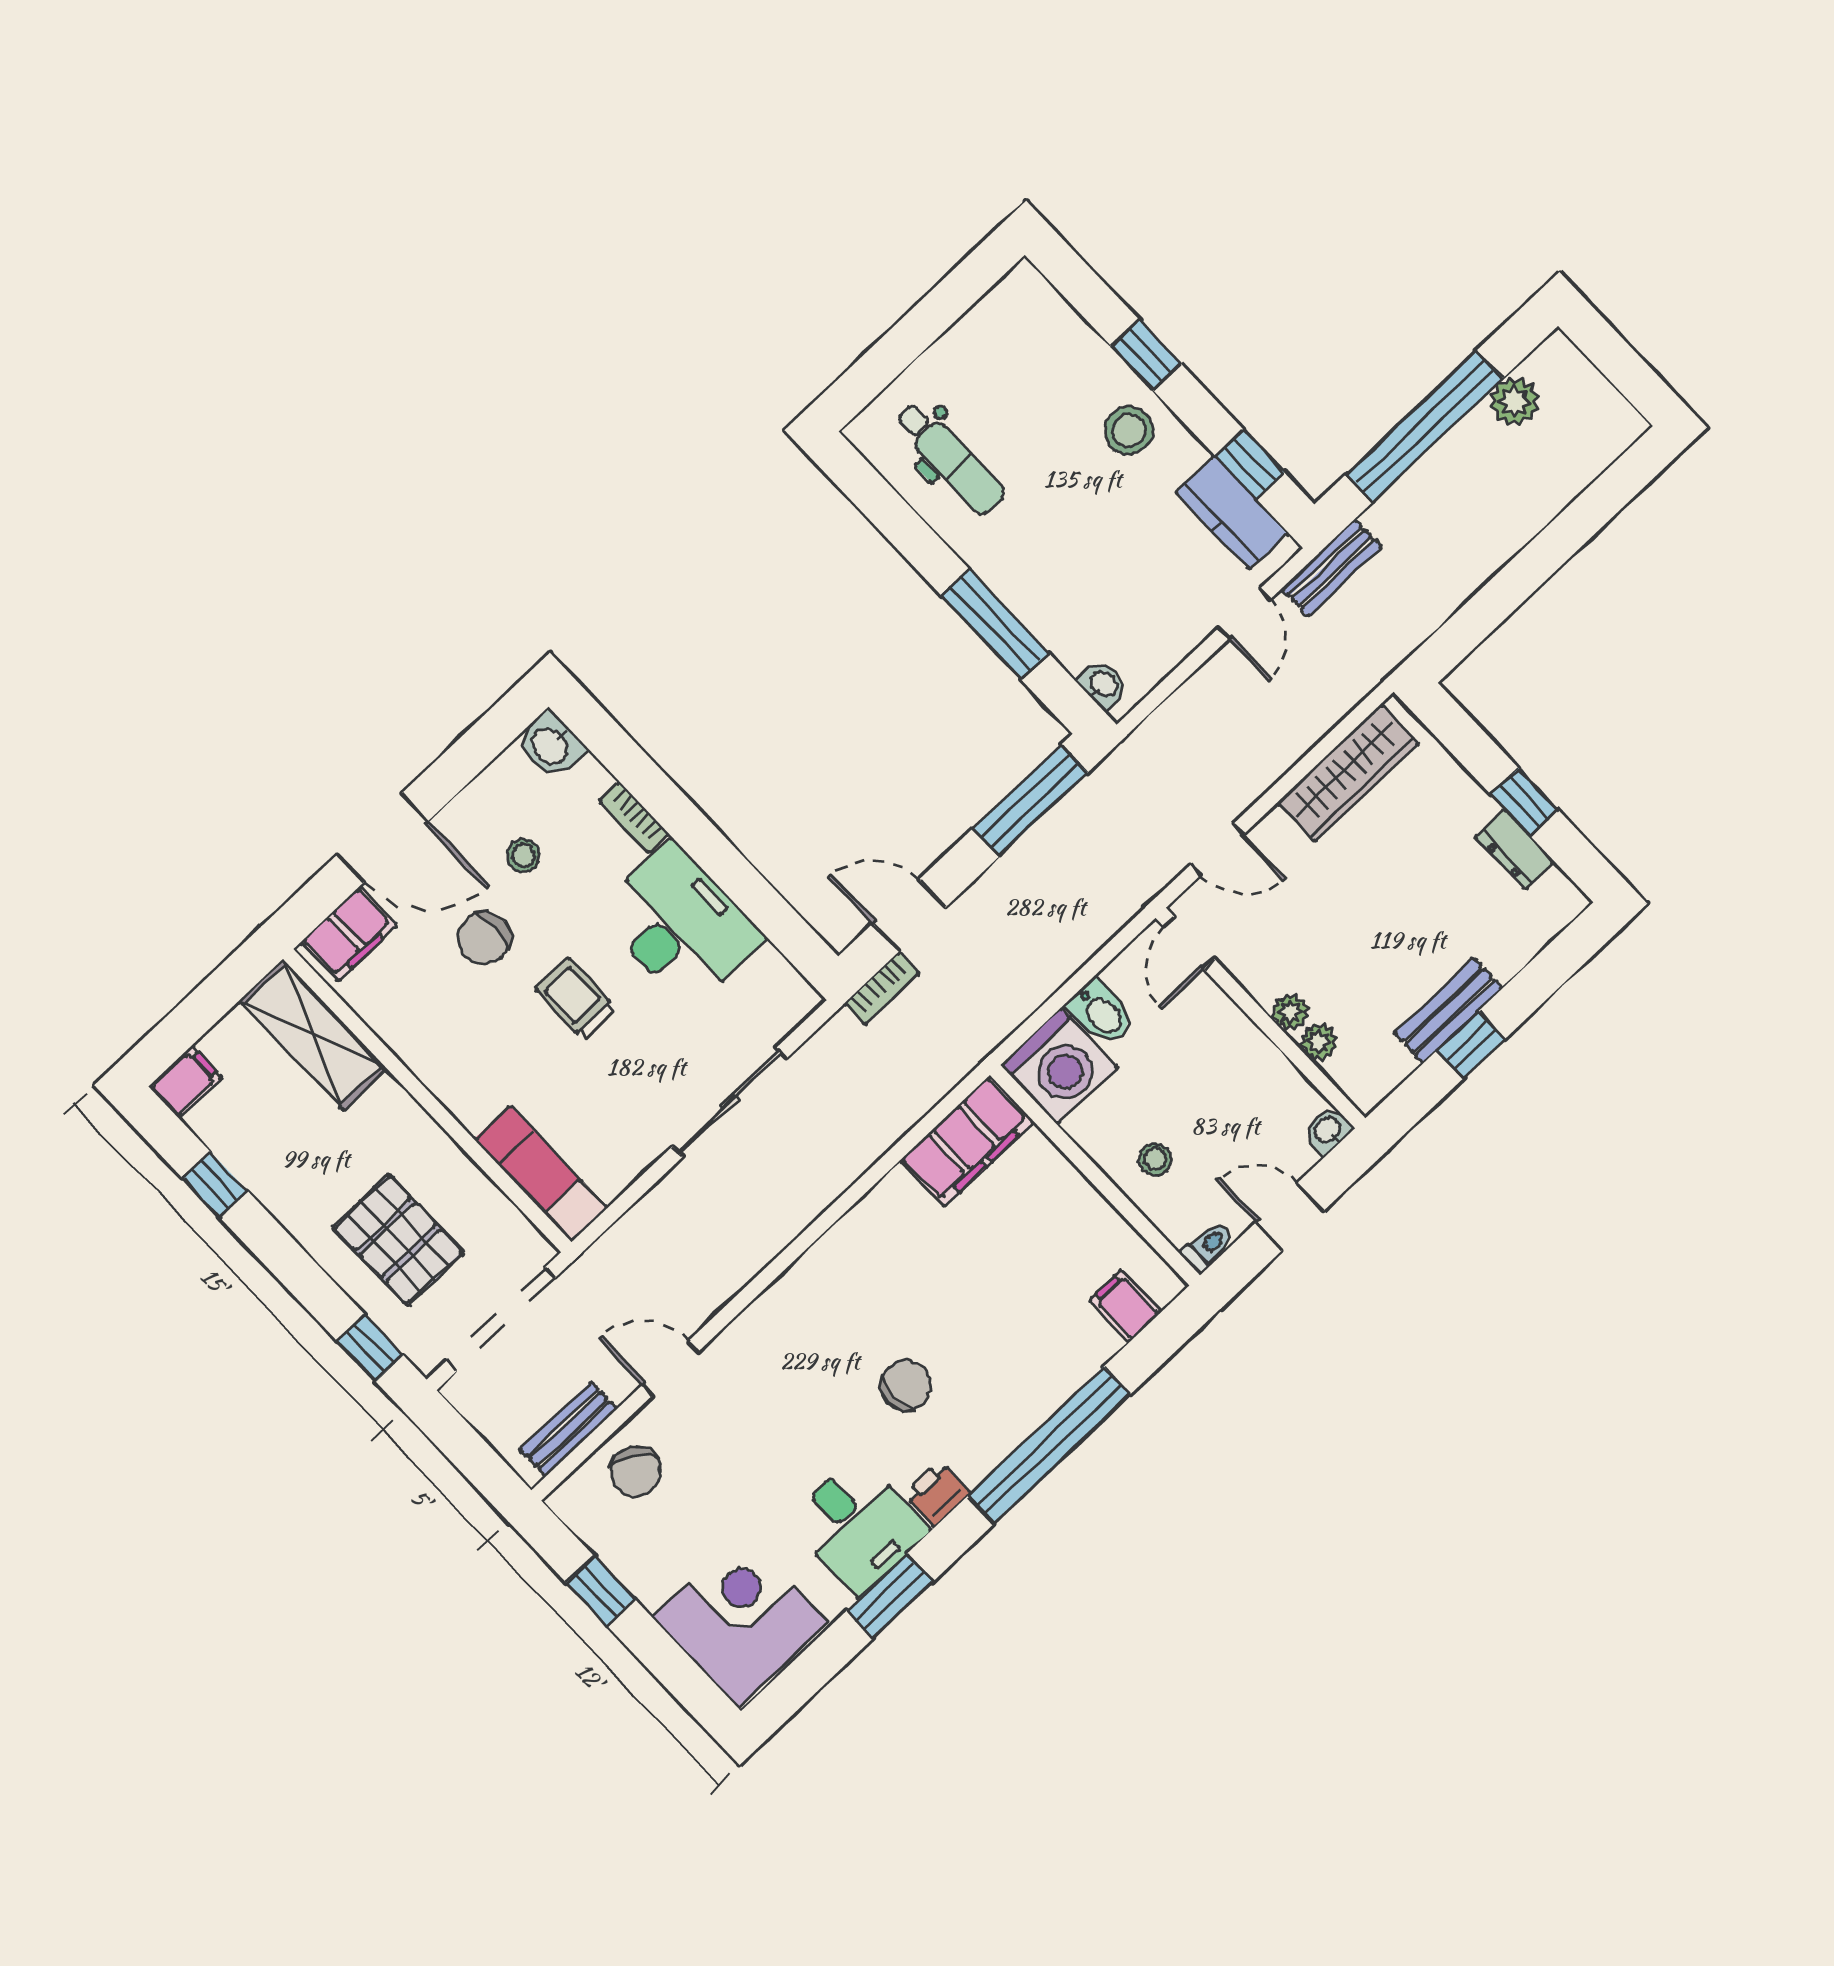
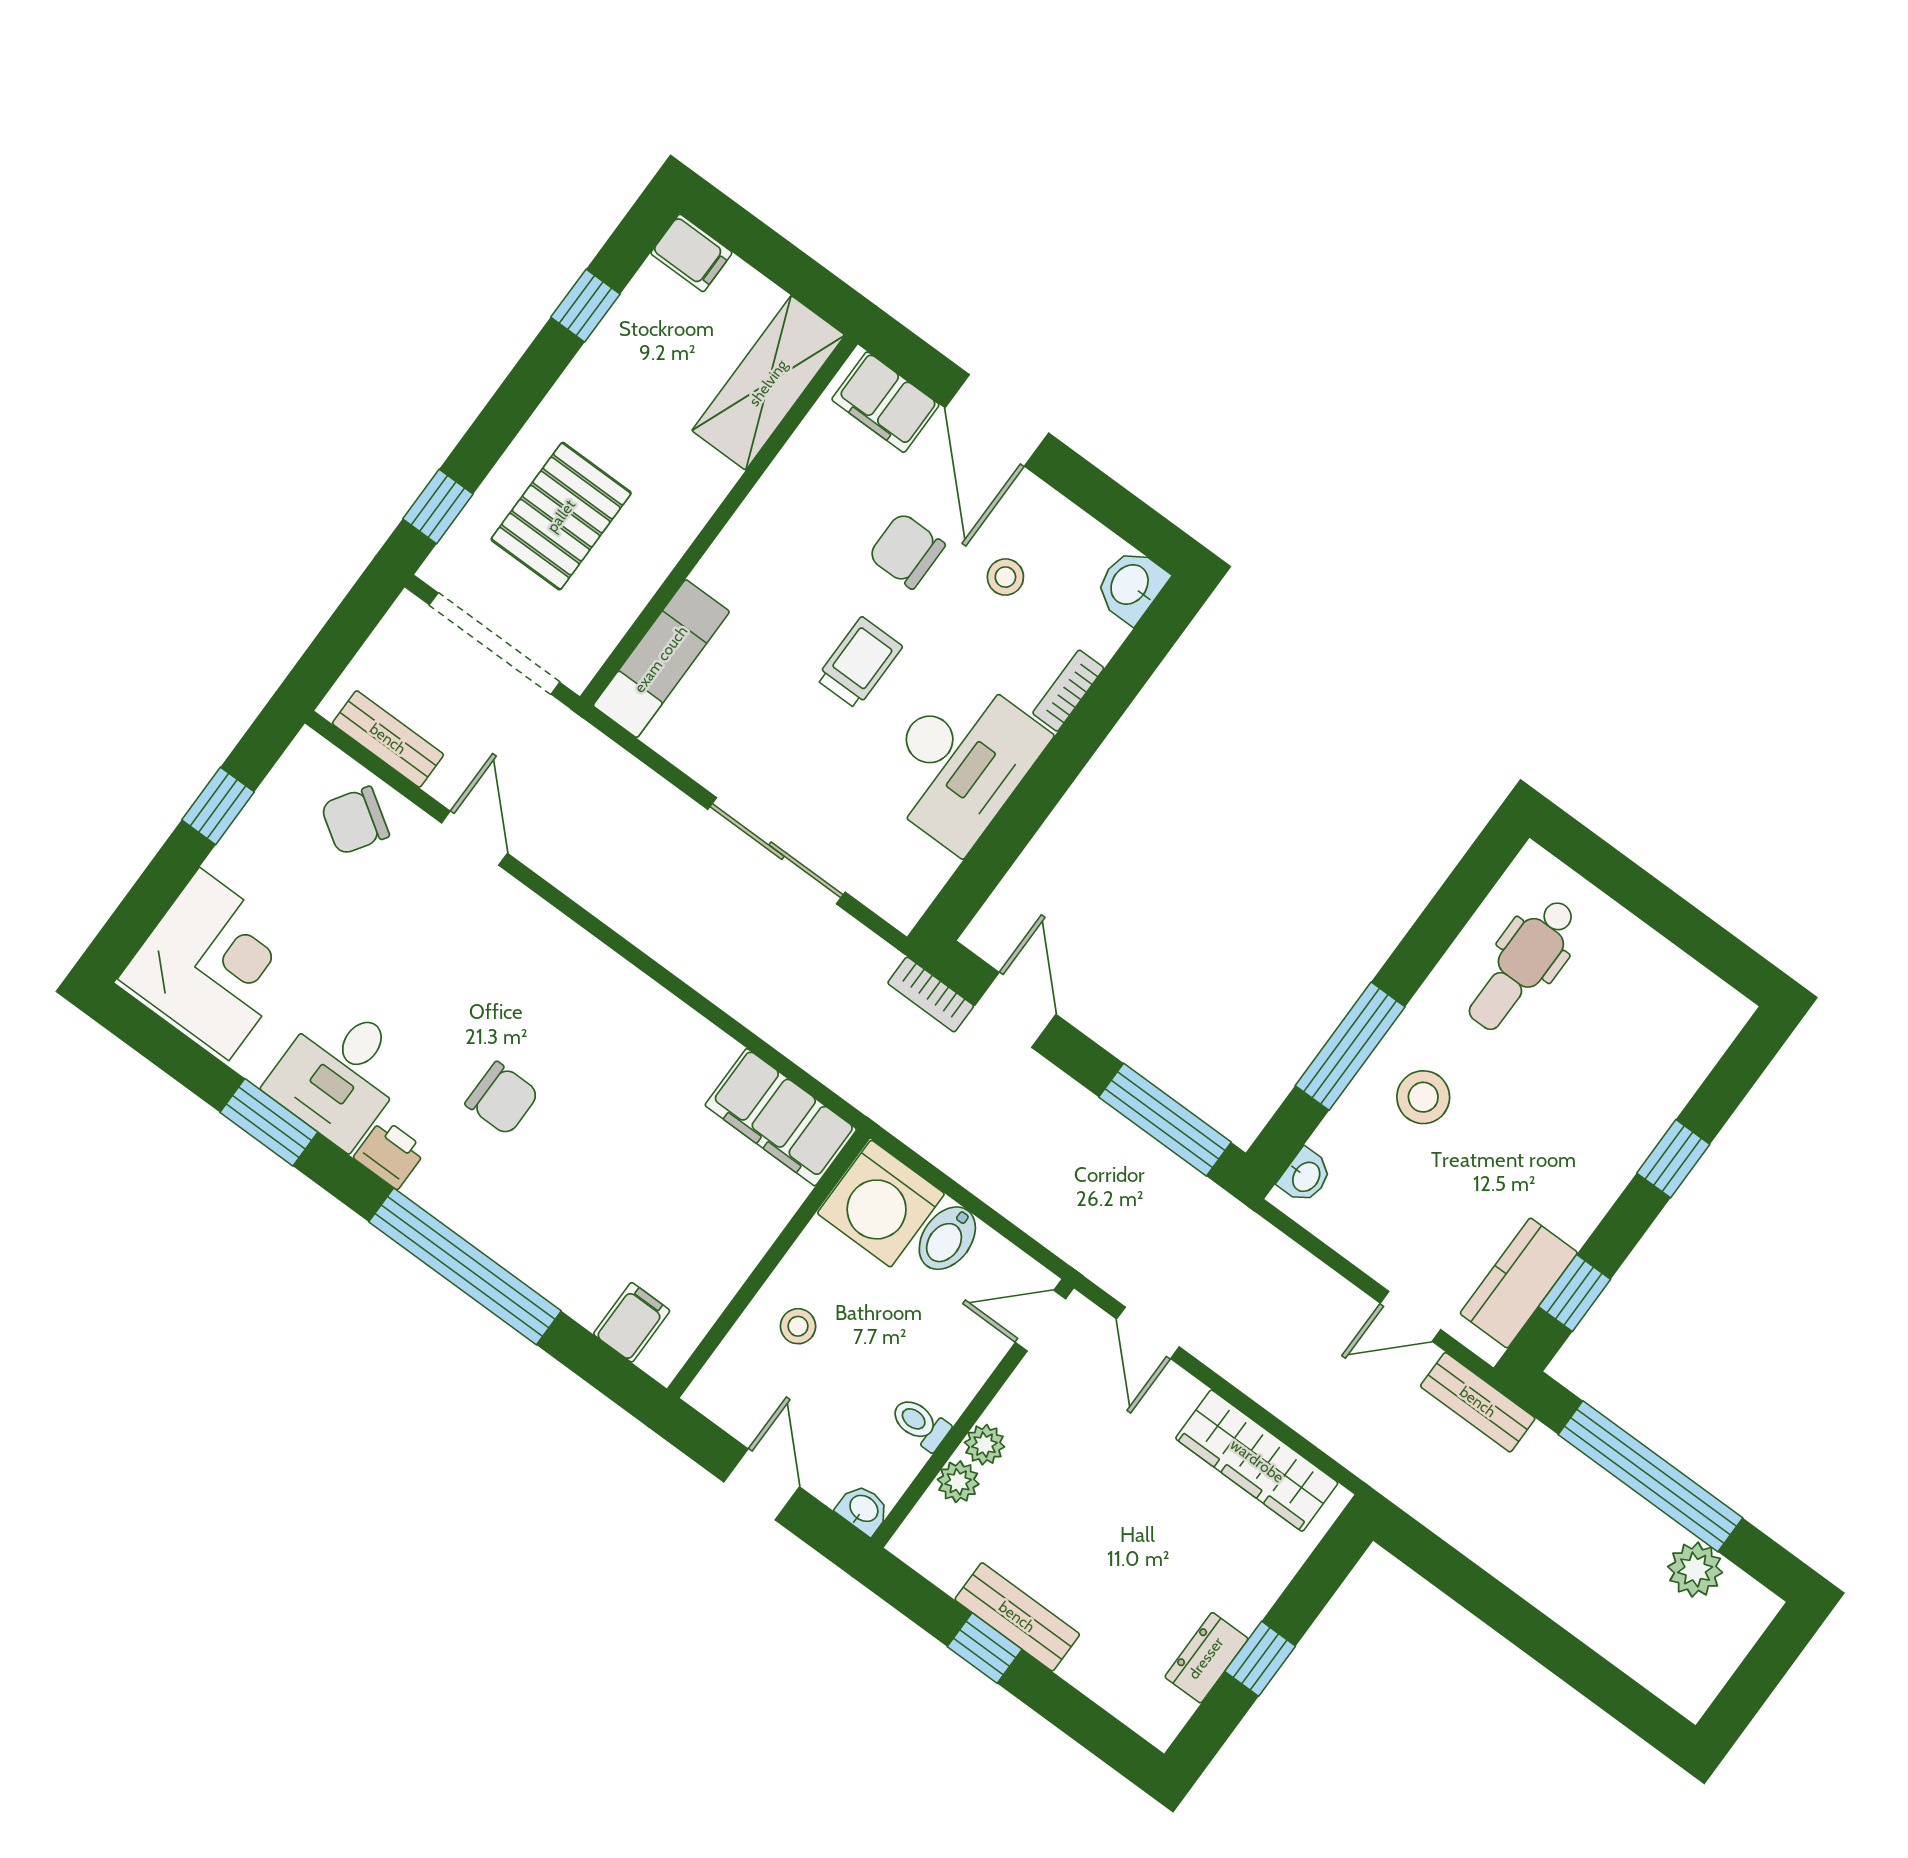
stool: (1129, 430) -> (1423, 1097), moved
toilet: (1208, 1247) -> (920, 1424), moved, turned 180

